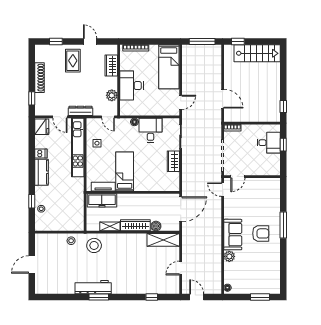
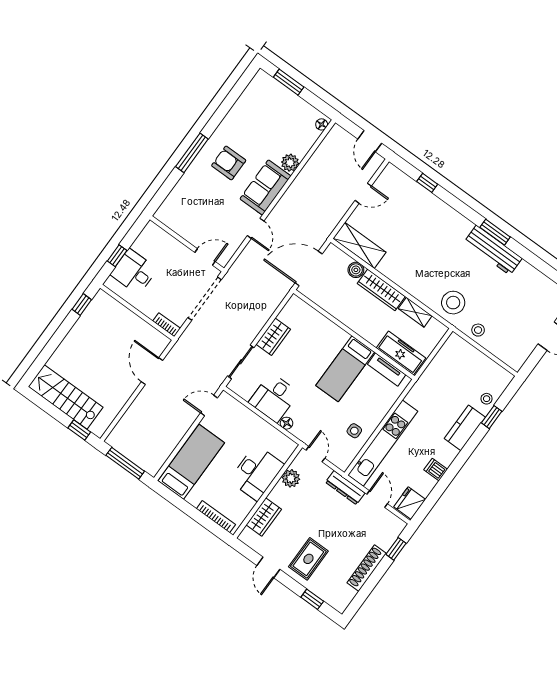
kitchen counter: (42, 172) -> (465, 428), moved
door: (223, 190) -> (256, 228), moved

